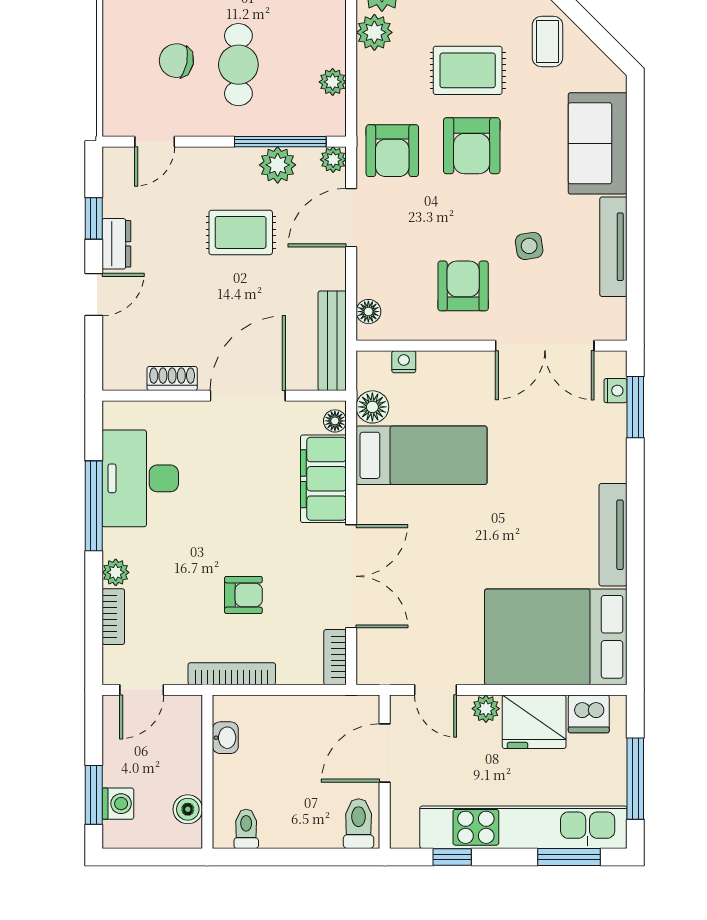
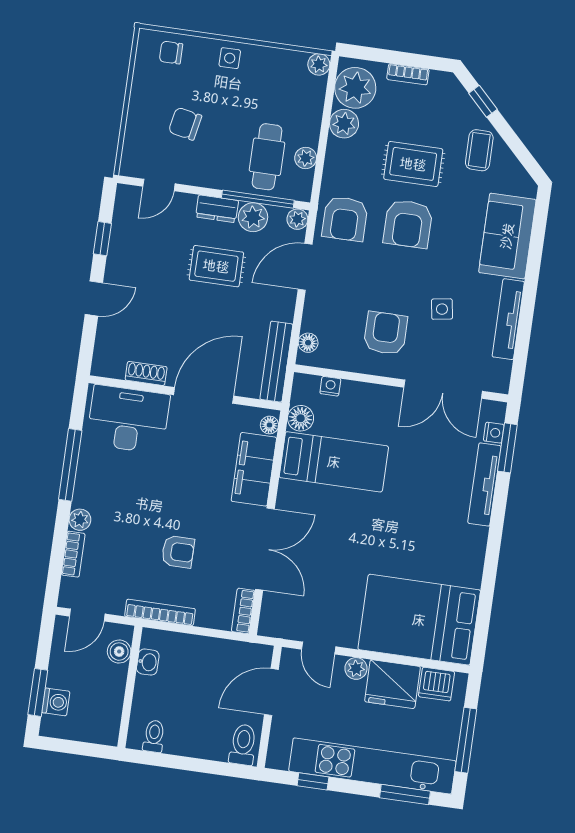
cafe table: (238, 65) -> (267, 157), moved
dresser: (116, 244) -> (217, 209), moved, turned 90
desk: (140, 478) -> (128, 419), moved, turned 90
tv unit: (613, 535) -> (484, 484), moved
boiler: (188, 809) -> (119, 652), moved

